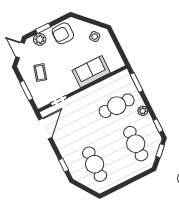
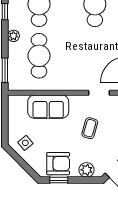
window: (43, 28) -> (59, 180), moved
coffee table: (40, 73) -> (90, 128), moved
cafe table: (117, 106) -> (39, 56), turned 90

